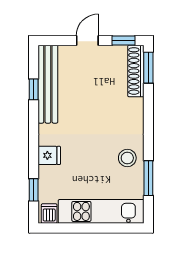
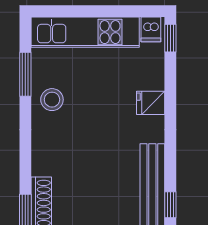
window: (34, 89) -> (170, 205), moved
window: (34, 190) -> (170, 38), moved

